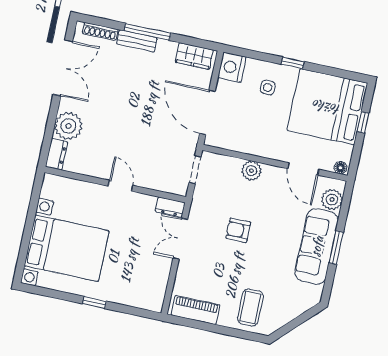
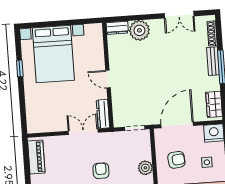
double door: (63, 68) -> (179, 15), width x0.73
armchair: (253, 127) -> (176, 160), added
door: (121, 186) -> (108, 79), swing flipped
dresser: (170, 207) -> (103, 114), width x1.44
window: (94, 302) -> (20, 68), moved

